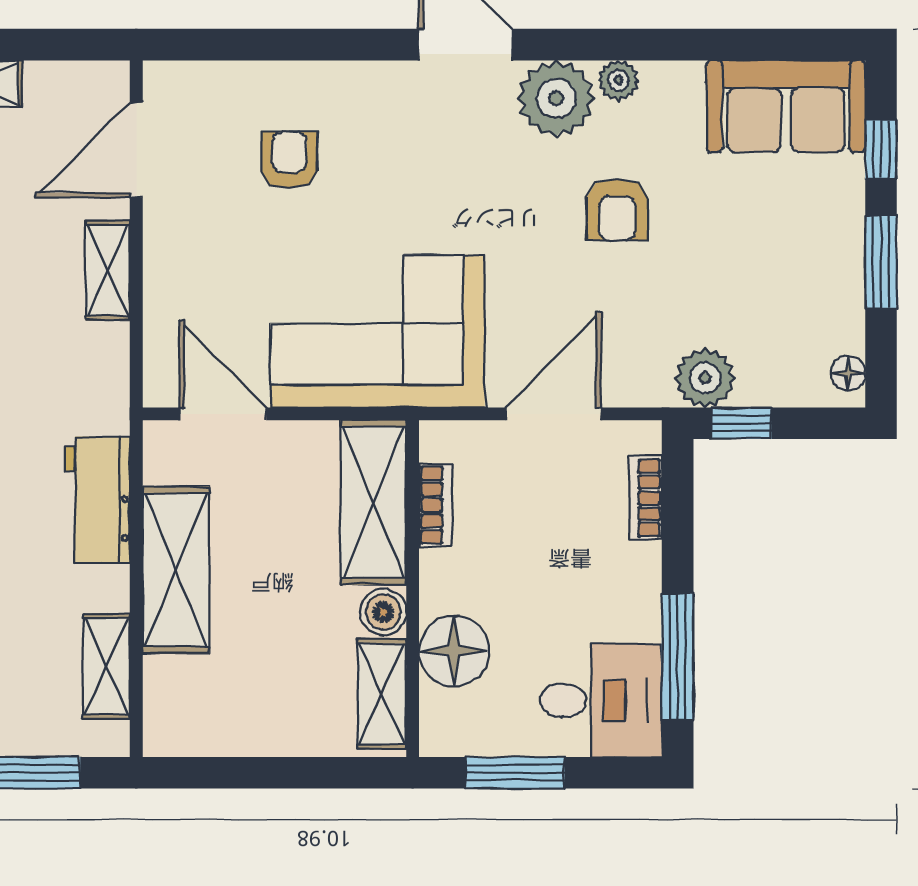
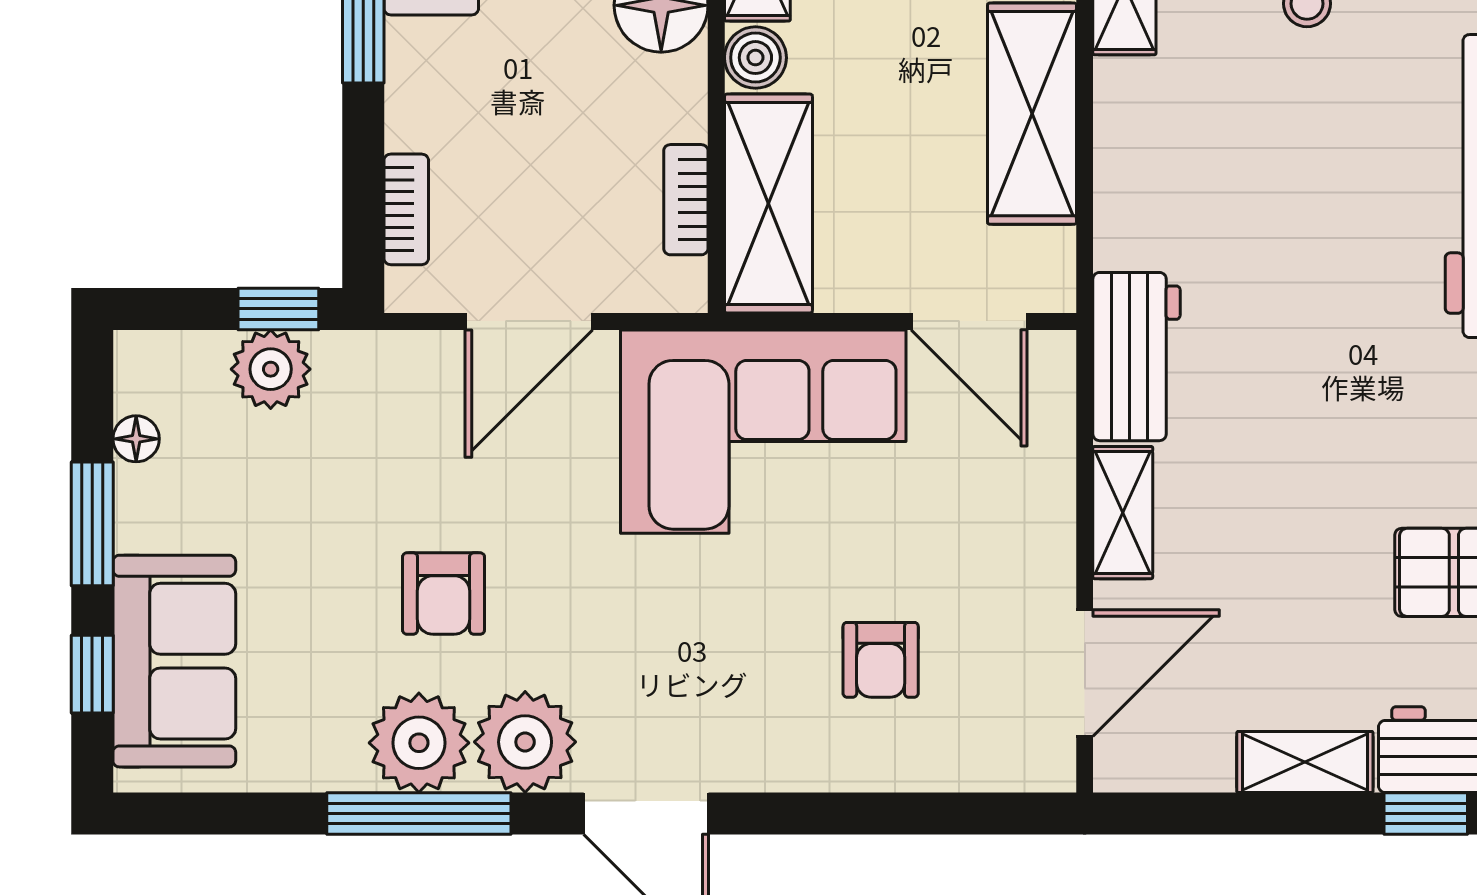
window: (636, 45) -> (419, 813), added
plant: (618, 80) -> (419, 743), width x1.88, depth x1.88
sofa: (786, 106) -> (174, 661), moved, turned 90
armchair: (617, 210) -> (444, 594), turned 180
floor lamp: (848, 373) -> (136, 439), moved
plant: (705, 378) -> (271, 369), moved
workbench: (97, 500) -> (1136, 357), moved

